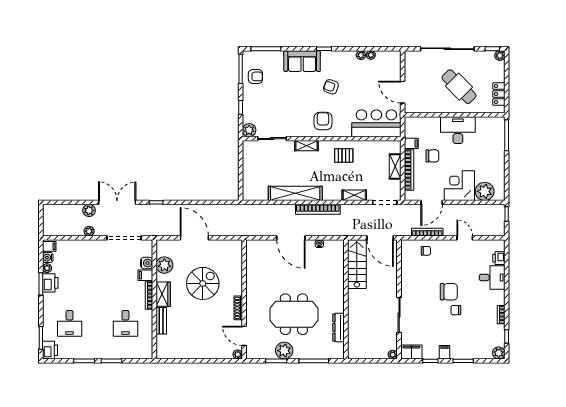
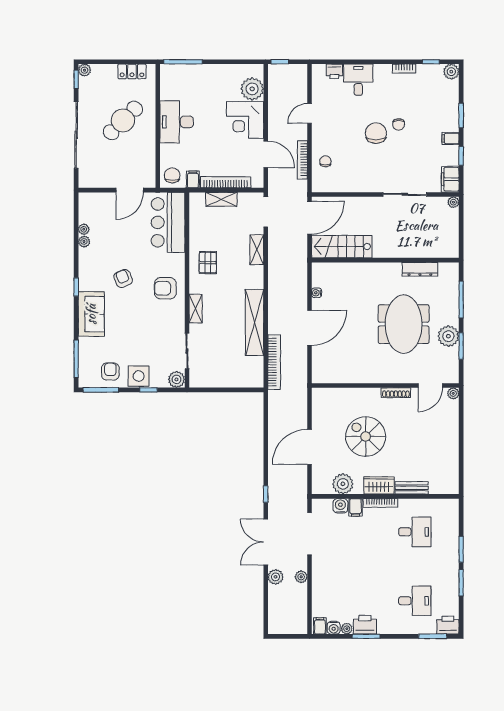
armchair: (331, 87) -> (123, 278), turned 139
side table: (252, 99) -> (139, 376), added
chair: (432, 156) -> (172, 175), moved
bookcase: (318, 209) -> (274, 362), moved

